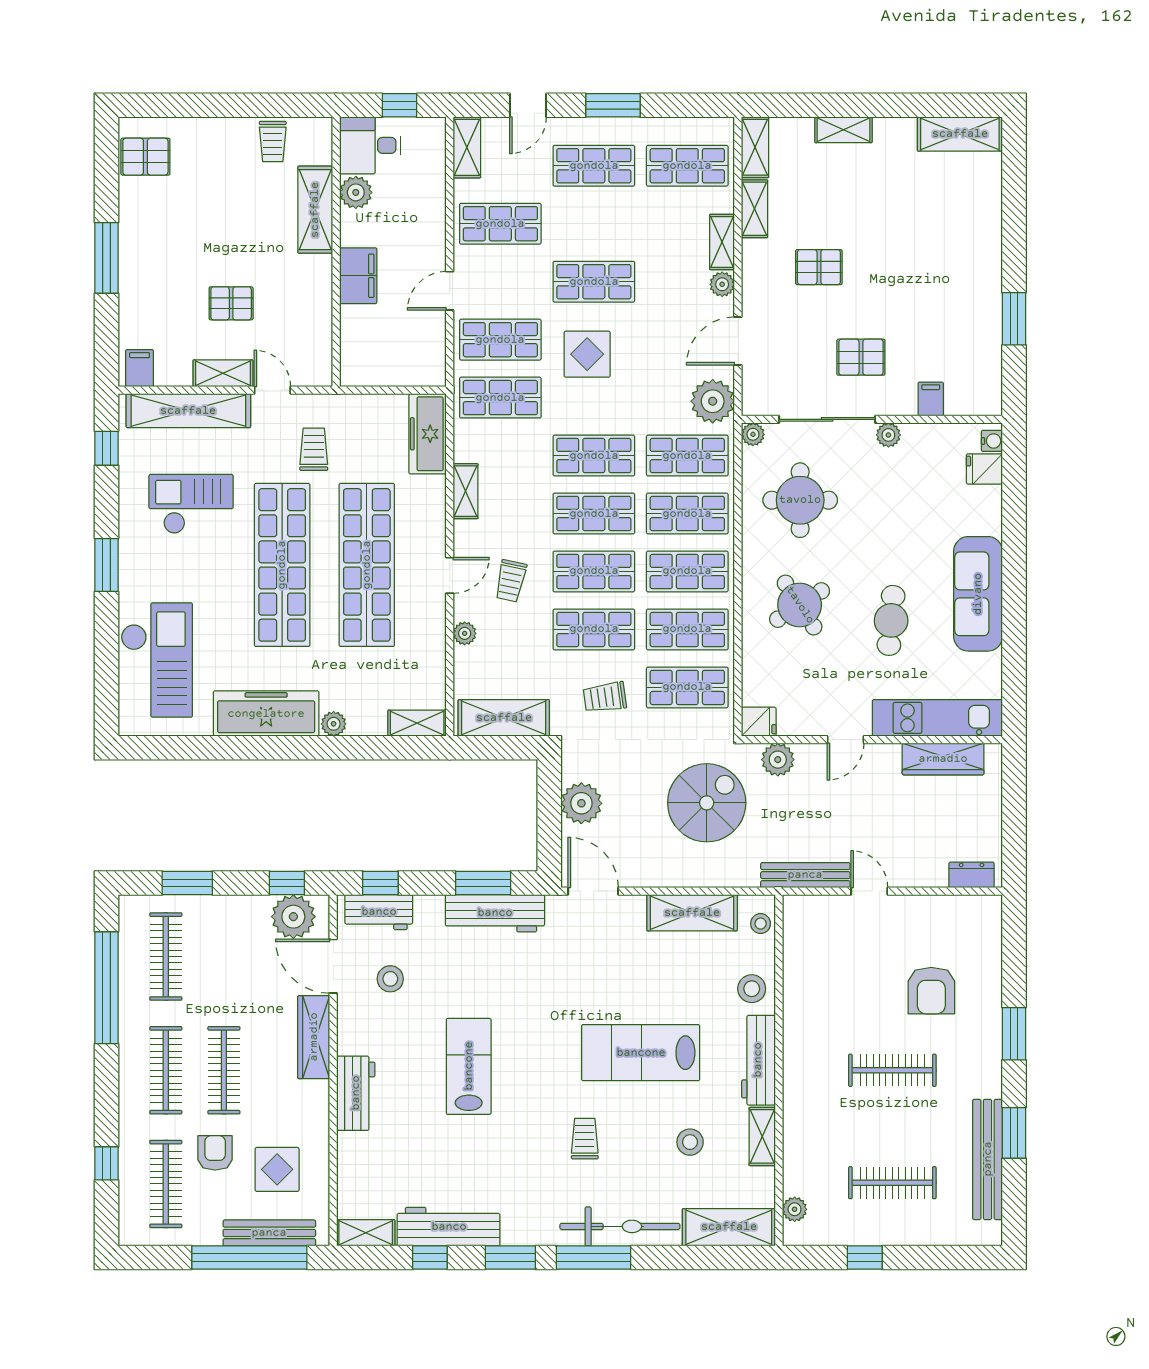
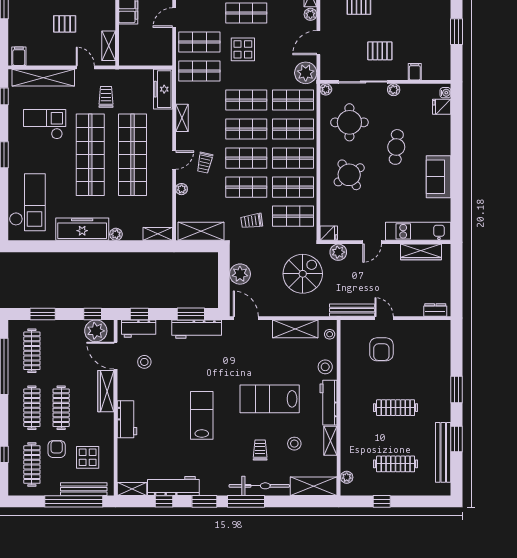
shelving: (223, 373) -> (109, 46), moved, turned 90
sofa: (978, 594) -> (438, 177), width x0.73
cafe table: (891, 620) -> (396, 147), moved
armchair: (931, 991) -> (381, 349), moved
lab bench: (469, 1066) -> (202, 415), moved
trolley: (585, 1139) -> (260, 450), moved

